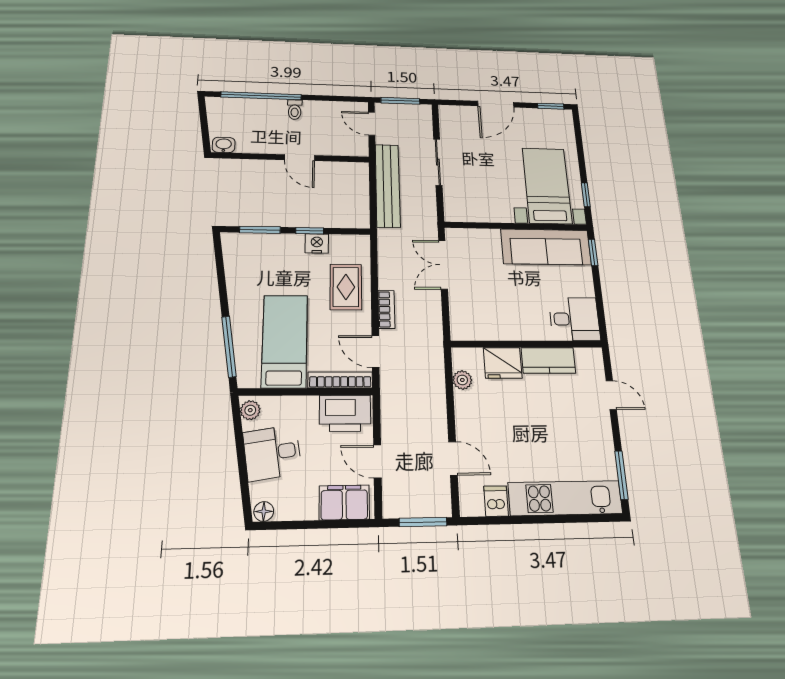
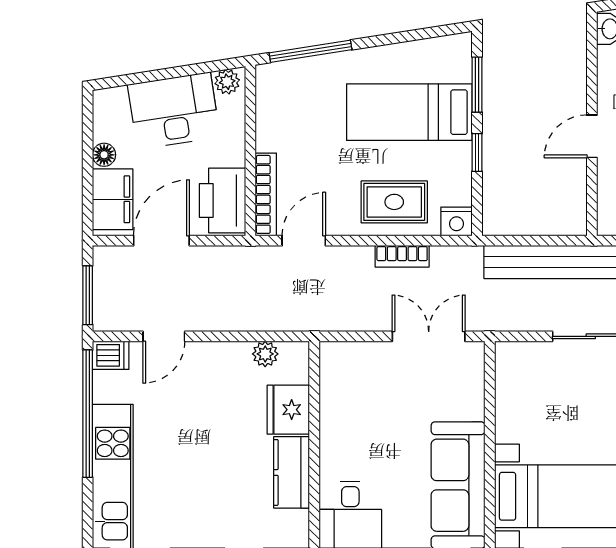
nightstand: (317, 243) -> (457, 221), moved, turned 90
bookcase: (386, 309) -> (402, 256), moved
bed: (285, 341) -> (409, 112), moved, turned 180
desk: (272, 453) -> (174, 111), width x1.37
door: (377, 461) -> (161, 241), width x1.38
dishwasher: (496, 501) -> (111, 355), moved
floor lamp: (264, 511) -> (104, 155), moved
window: (518, 520) -> (88, 414), added

